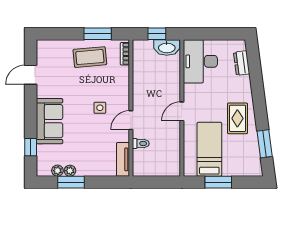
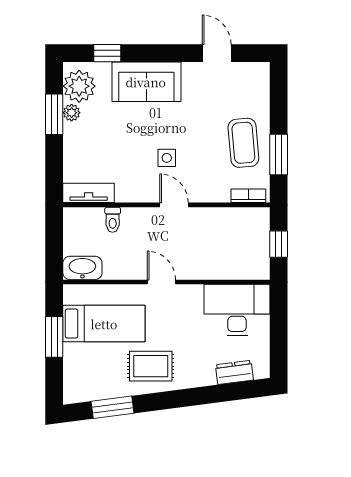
washbasin: (167, 47) -> (82, 268), moved, turned 90
door: (131, 120) -> (174, 205), moved
plant: (57, 171) -> (79, 86), width x1.87, depth x1.87

